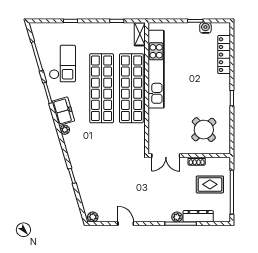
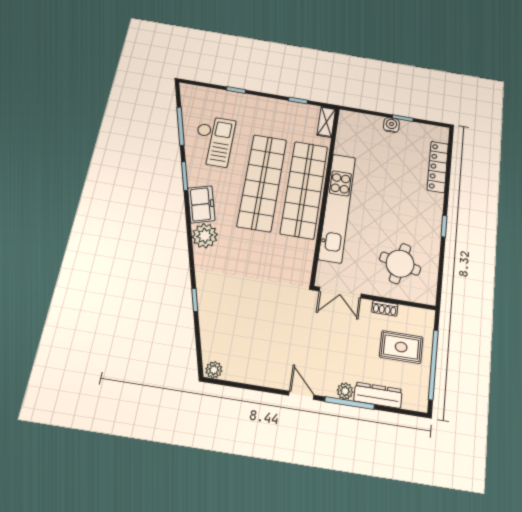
water cooler: (205, 28) -> (391, 125), moved
kitchen unit: (156, 69) -> (337, 207), moved
plant: (65, 130) -> (205, 236), width x1.88, depth x1.88
round table: (204, 130) -> (400, 264), turned -34
door: (126, 224) -> (301, 395), moved

